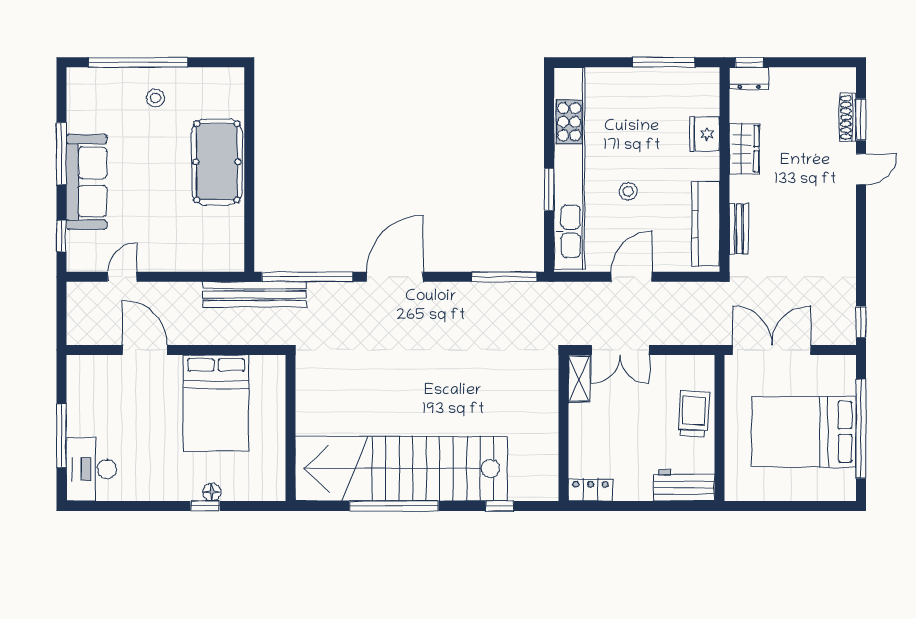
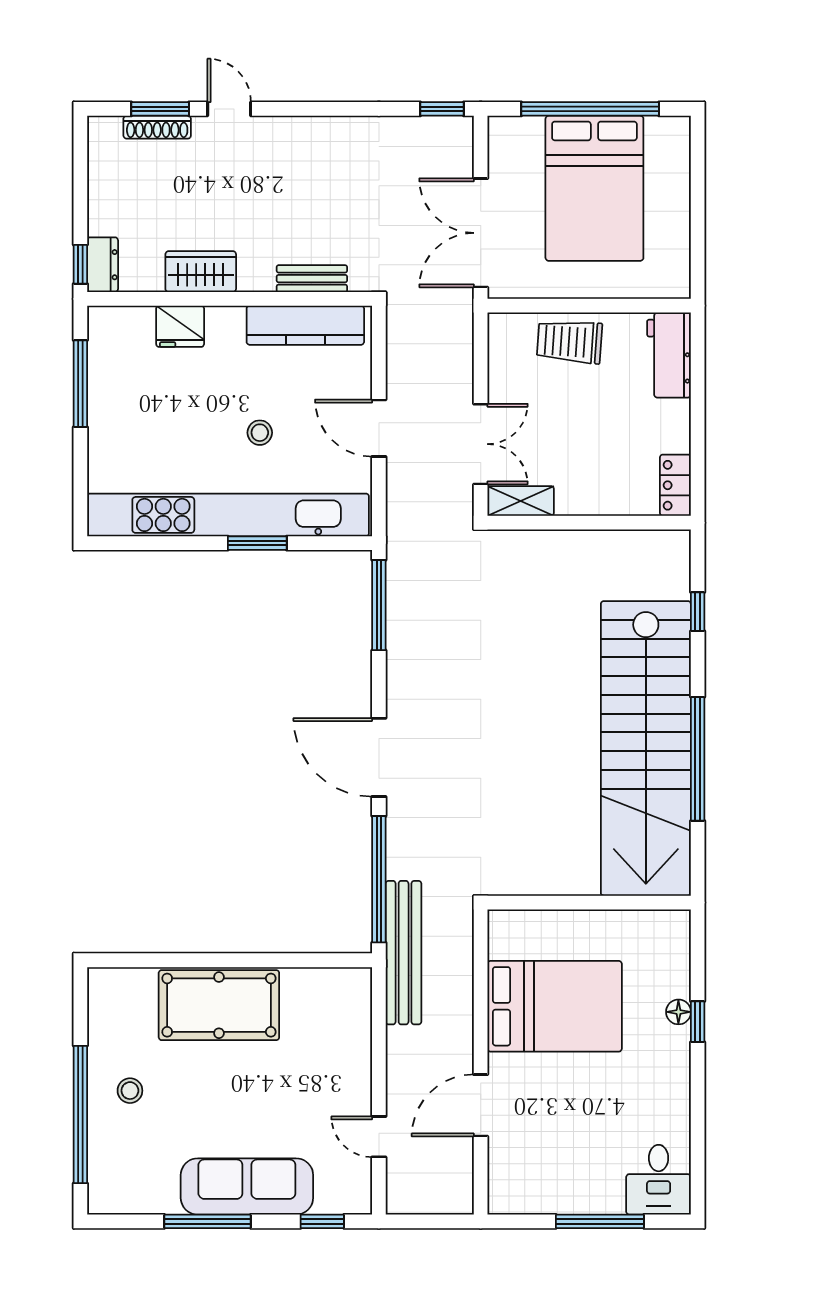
desk: (91, 469) -> (659, 1180), width x0.73

